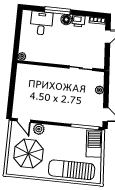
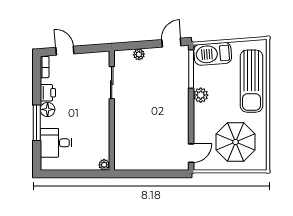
plant: (39, 129) -> (201, 95), moved

